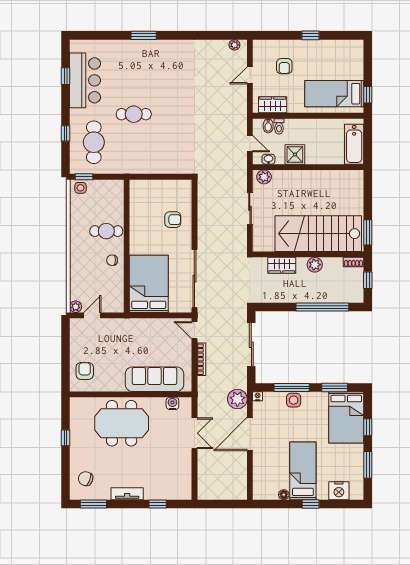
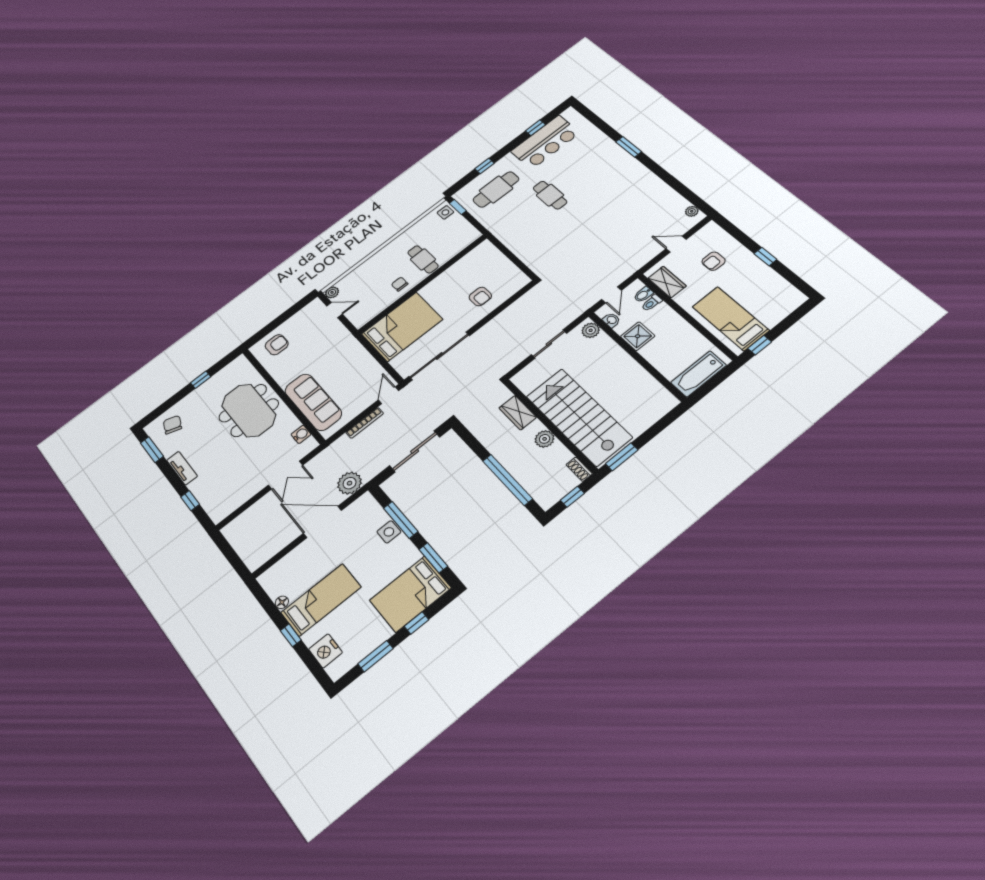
nightstand: (258, 396) -> (367, 498), removed

